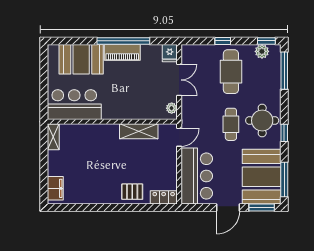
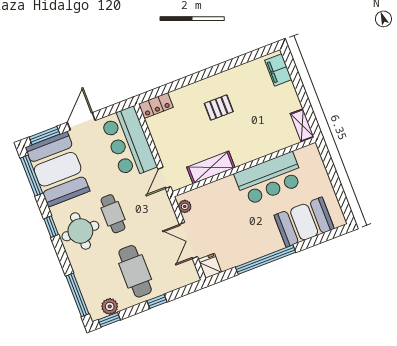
piano: (122, 52) -> (262, 247), removed
bar counter: (74, 105) -> (269, 179), moved
pallet: (132, 192) -> (219, 108), moved

